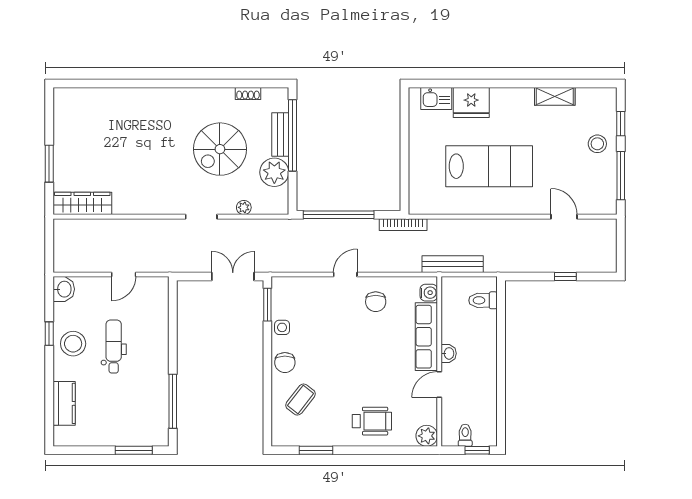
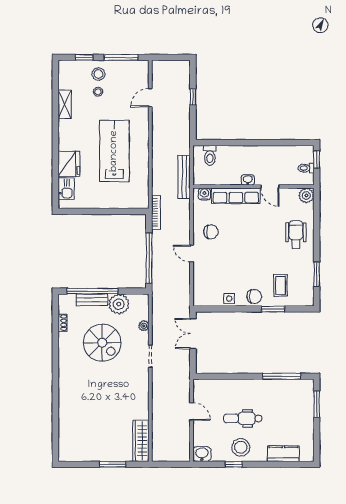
stool: (572, 143) -> (98, 92), added
window: (267, 305) -> (273, 309), moved
coffee table: (301, 400) -> (281, 285), turned 52

